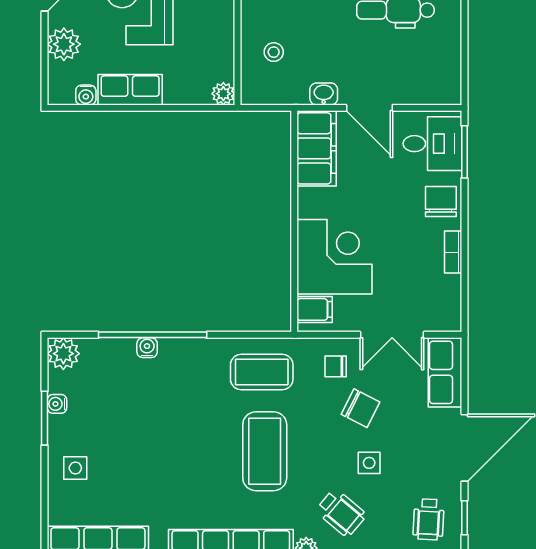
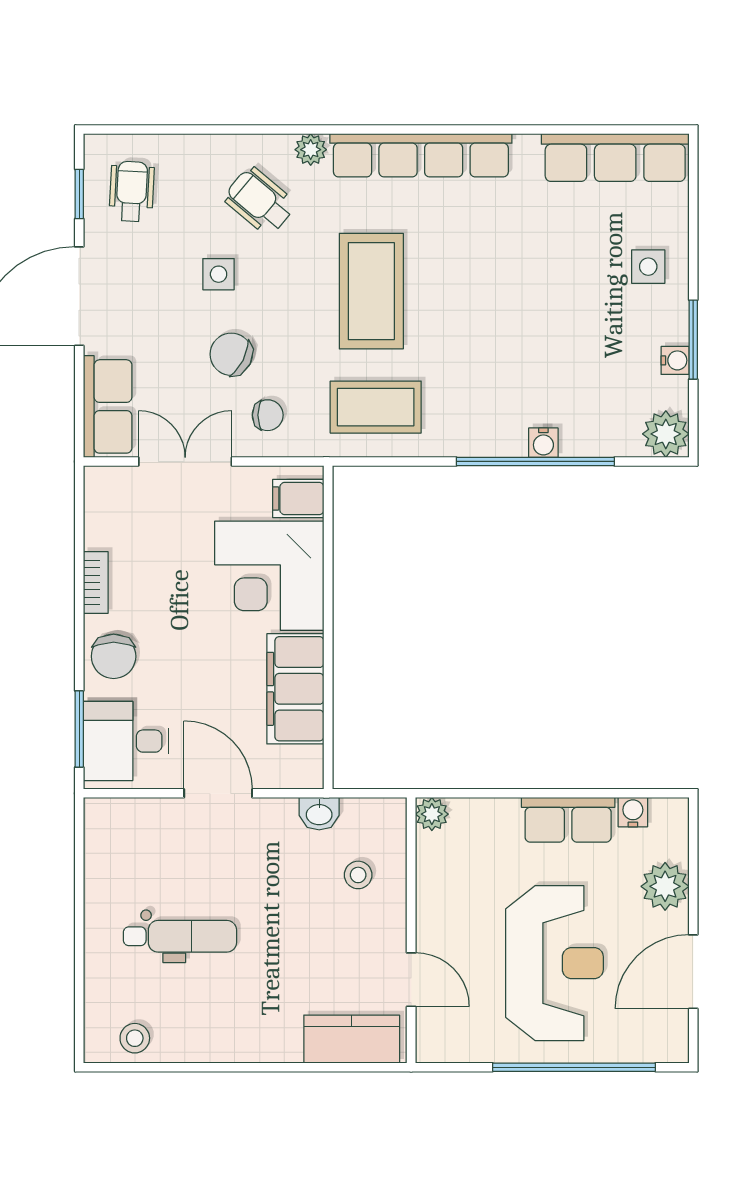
washbasin: (324, 94) -> (319, 814), moved
filing cabinet: (317, 148) -> (295, 689), moved

